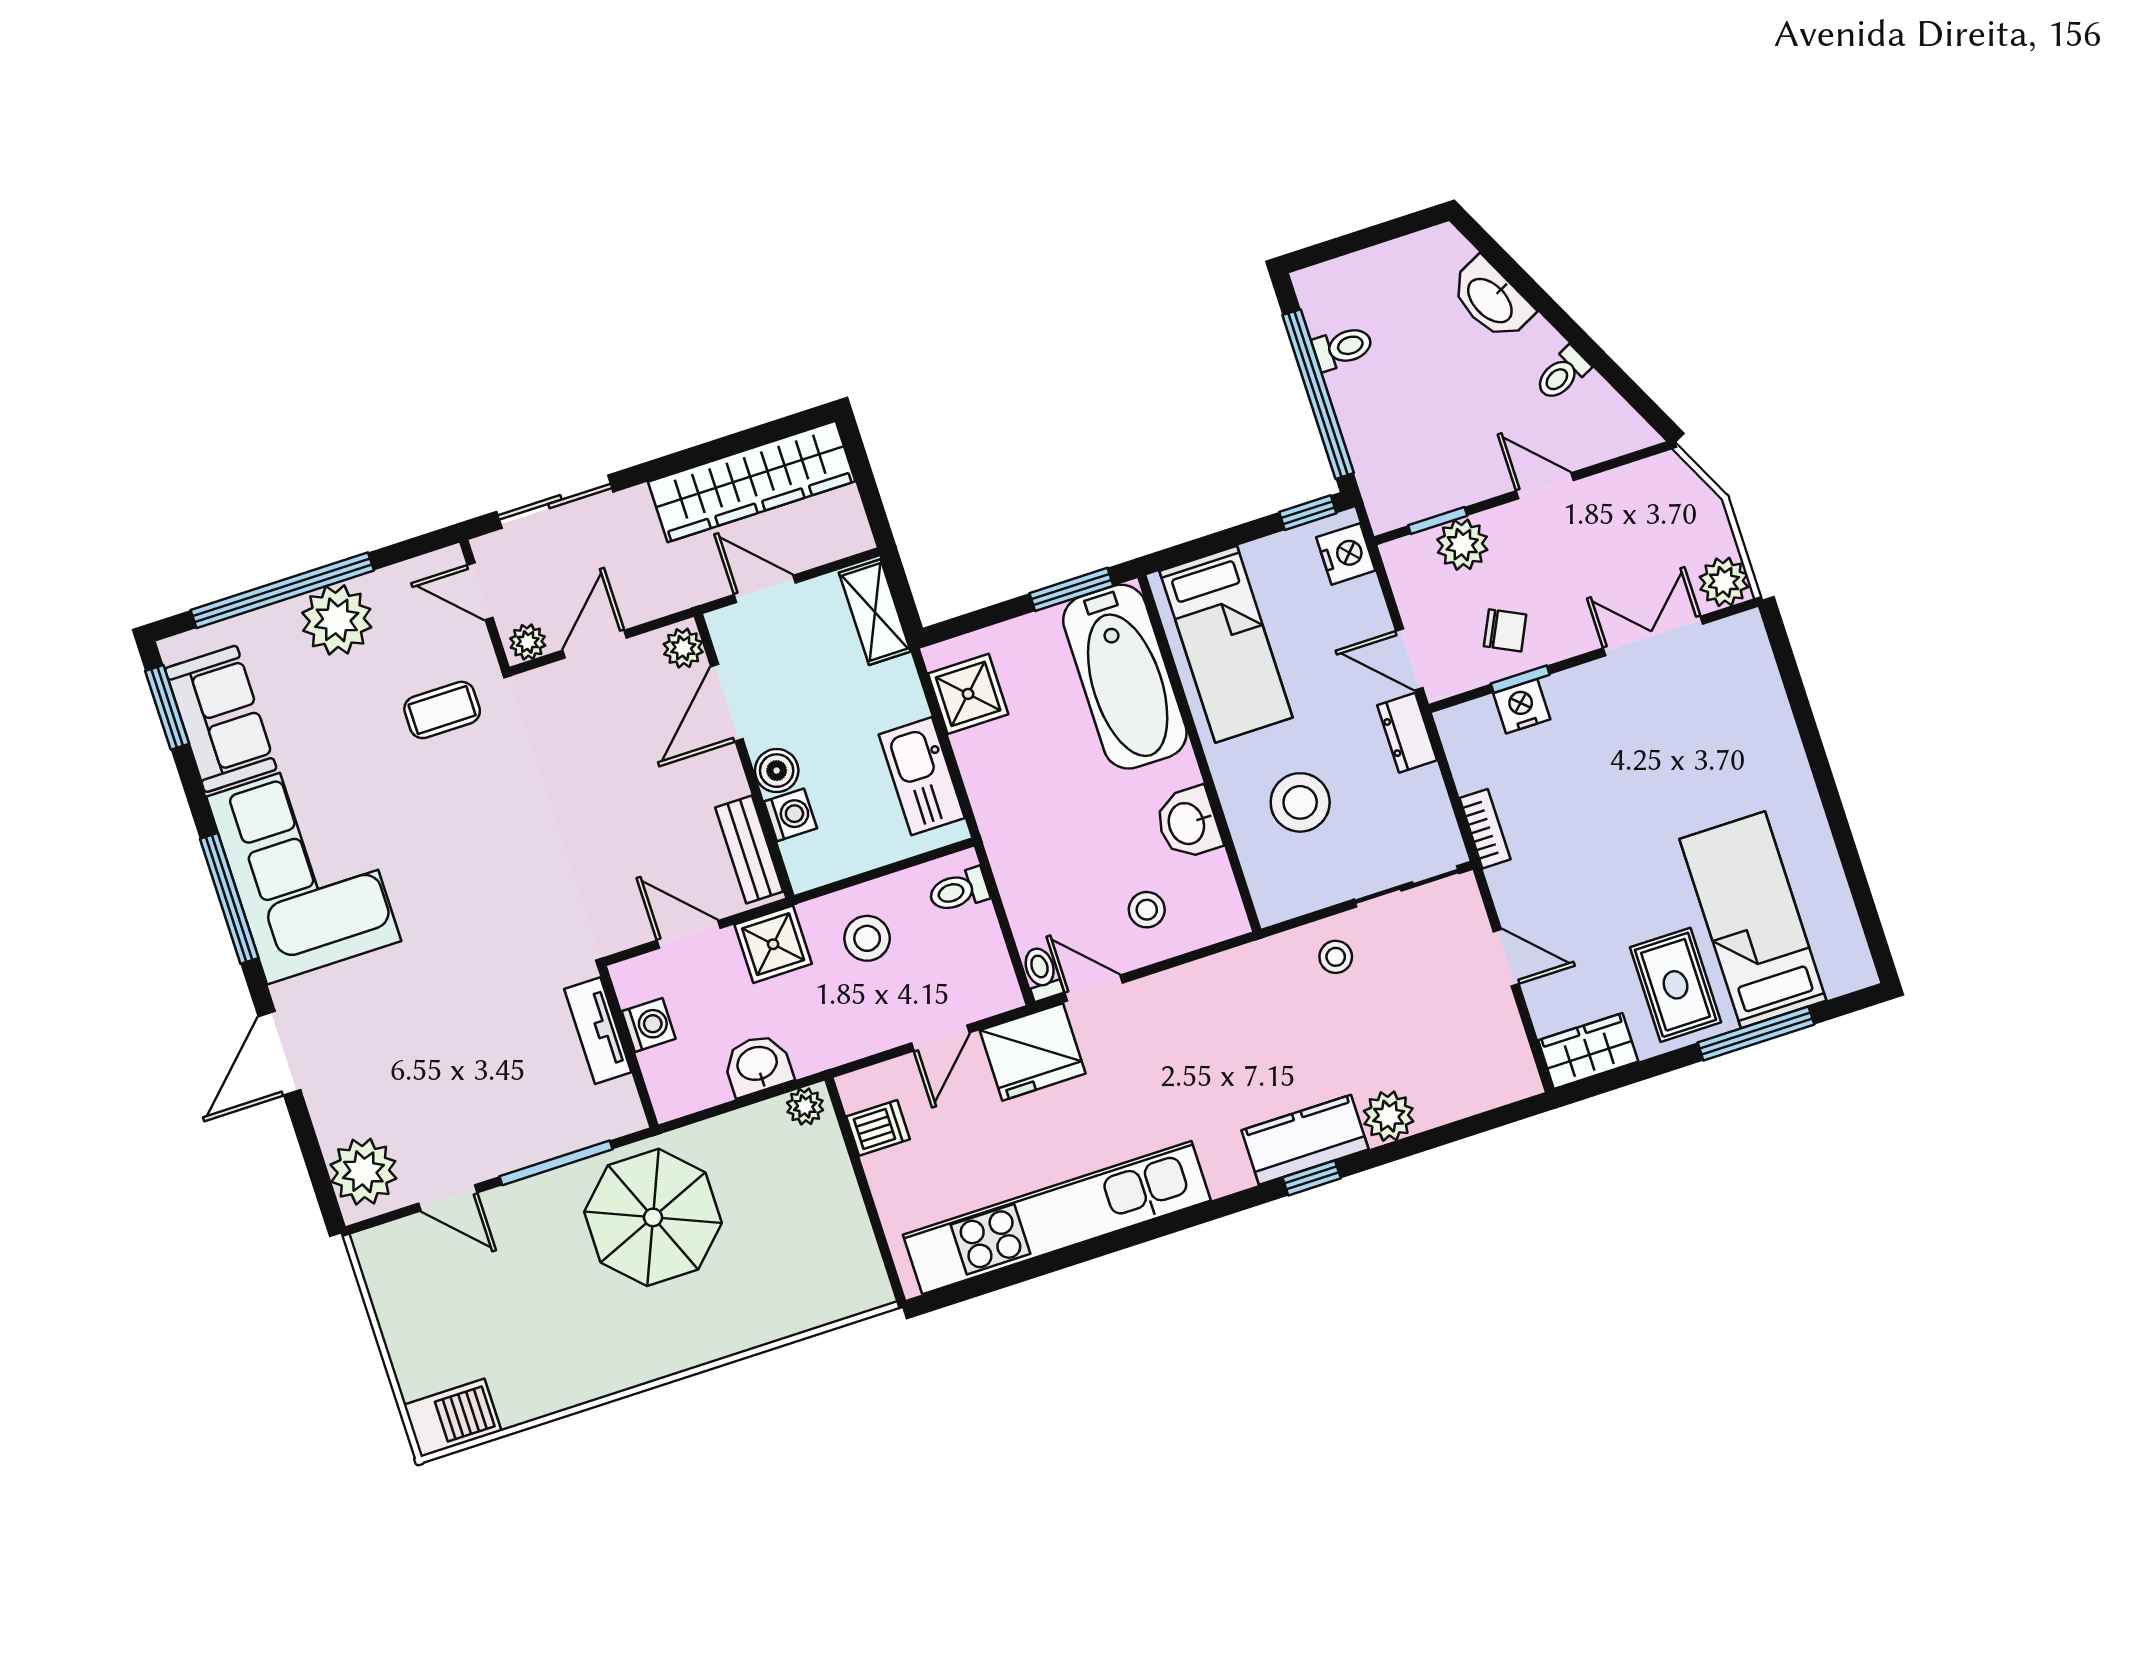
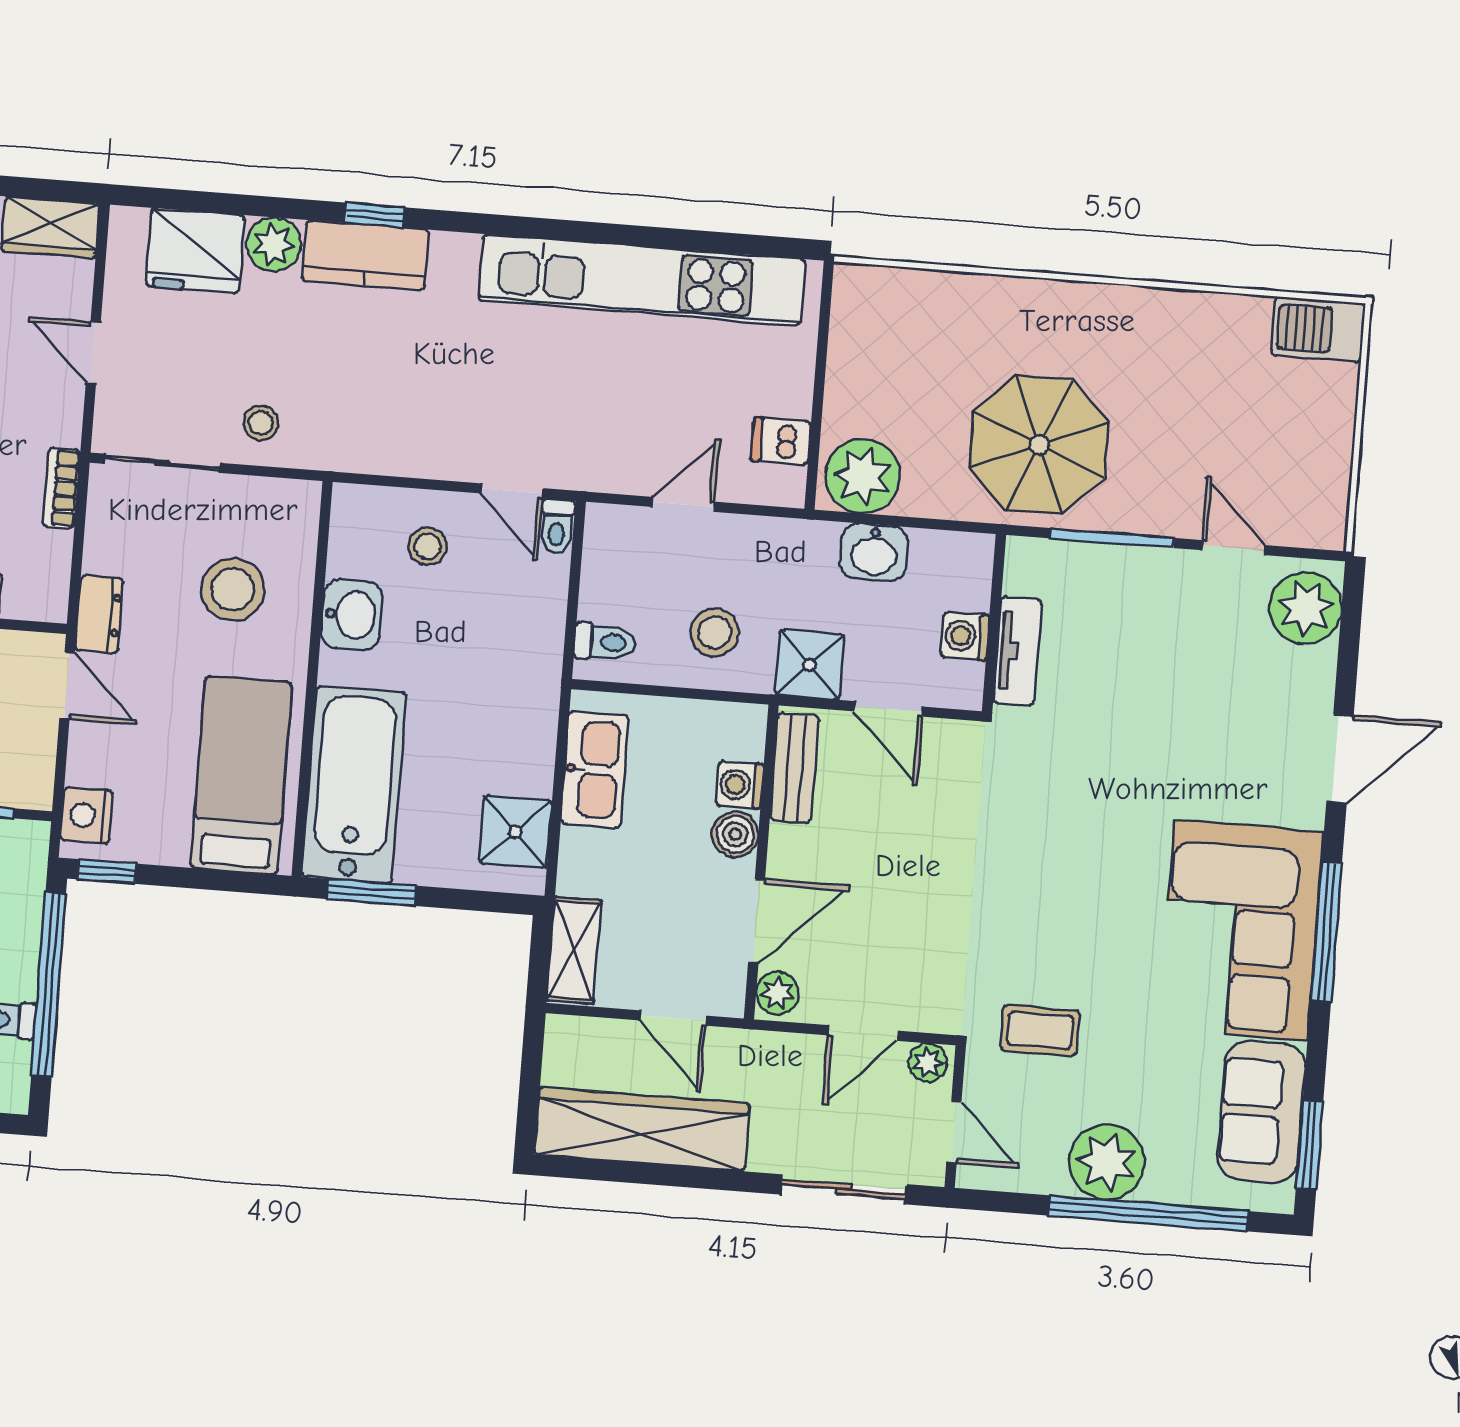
fridge: (1033, 1052) -> (195, 251), moved, turned 180
plant: (805, 1106) -> (863, 476), width x1.88, depth x1.88

